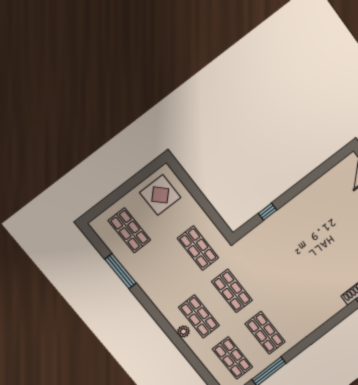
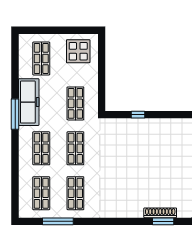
window: (121, 271) -> (15, 114), moved
freezer: (151, 282) -> (29, 102), added
plant: (183, 331) -> (24, 150), removed

